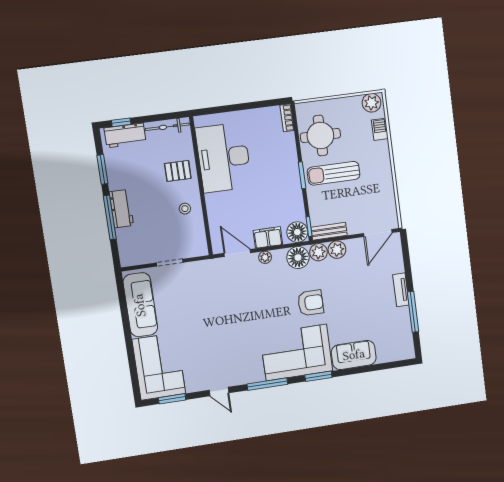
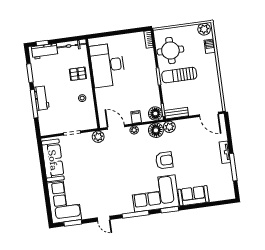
door: (378, 233) -> (209, 114), hinge flipped
filing cabinet: (268, 237) -> (136, 117), width x0.50
plant: (337, 250) -> (98, 137), moved

